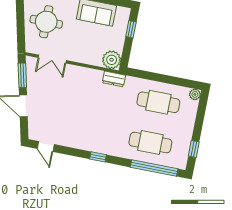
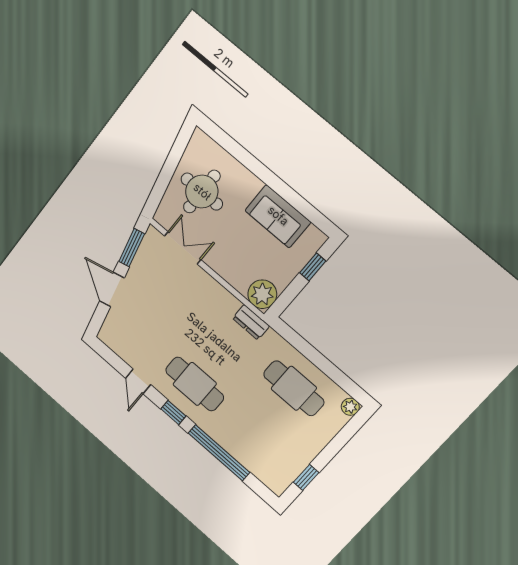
double door: (52, 59) -> (183, 248), swing flipped
cafe table: (150, 143) -> (195, 384), moved
door: (46, 147) -> (138, 381), moved
window: (154, 168) -> (219, 453), moved

